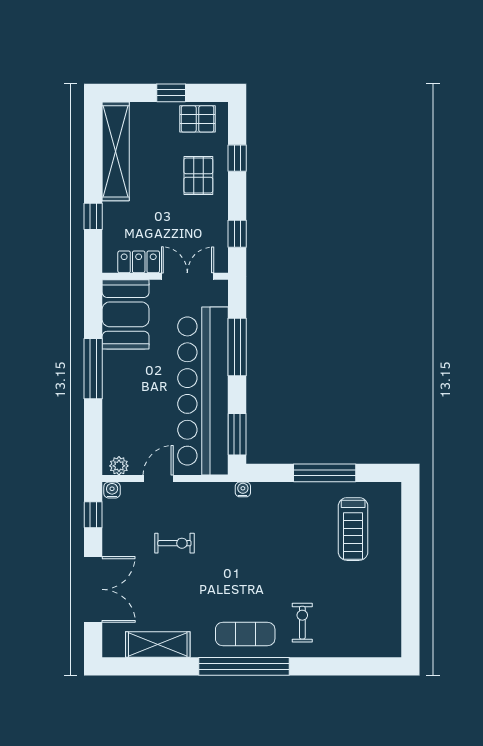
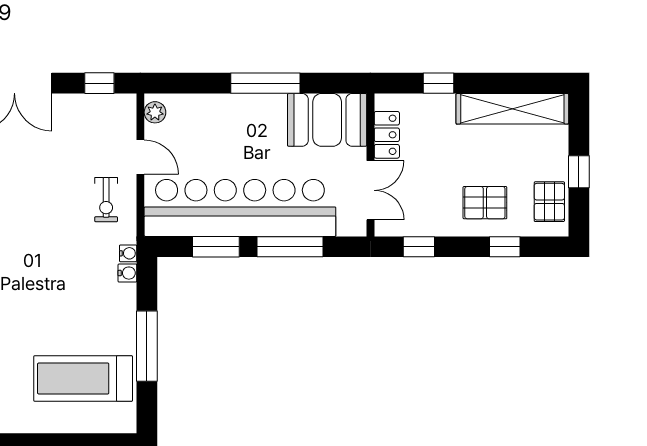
window: (237, 434) -> (216, 247), moved
water cooler: (112, 490) -> (127, 273), moved
treadmill: (353, 529) -> (83, 379), width x1.37, depth x1.38
exercise bike: (174, 543) -> (106, 200), moved

